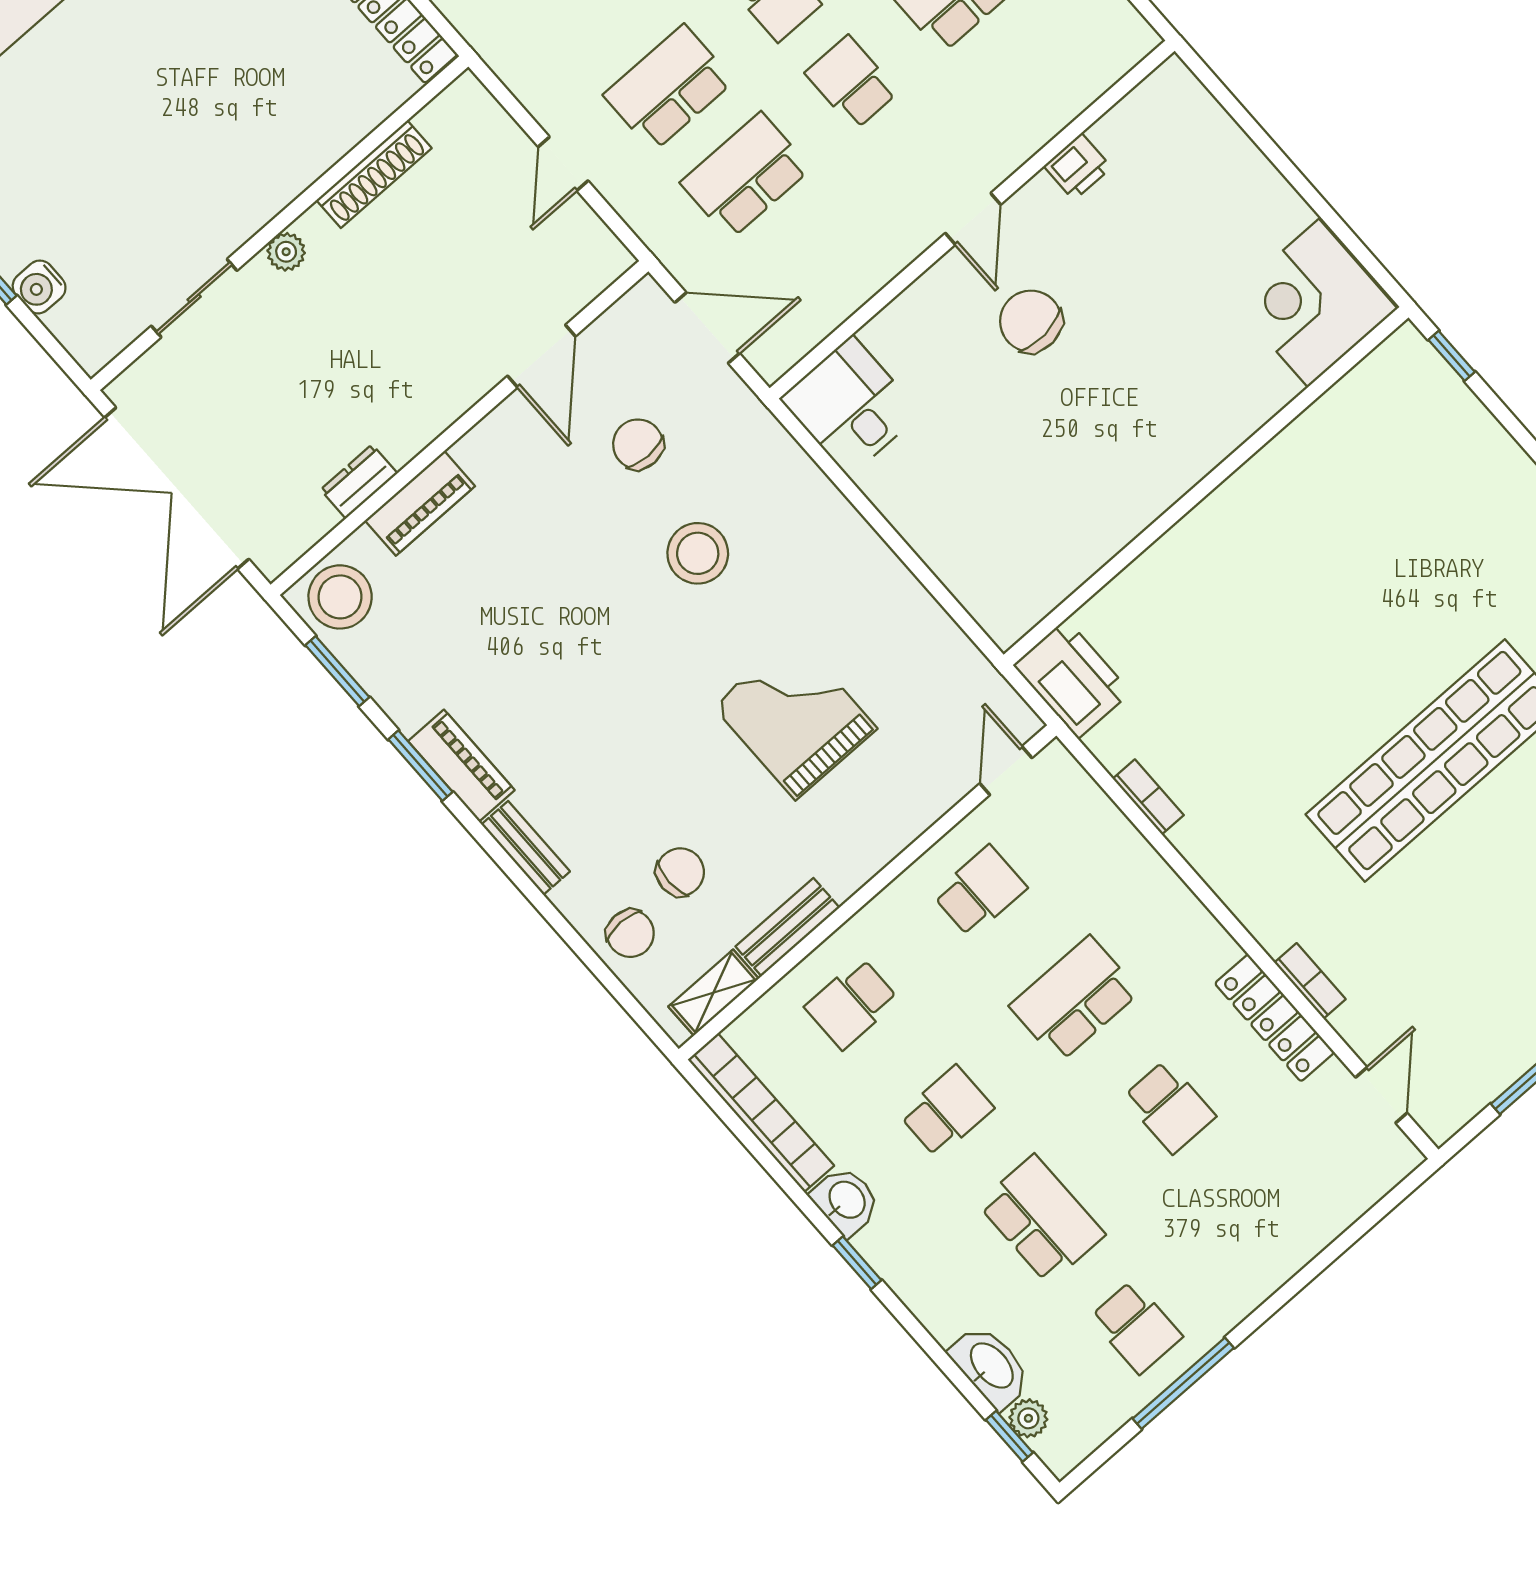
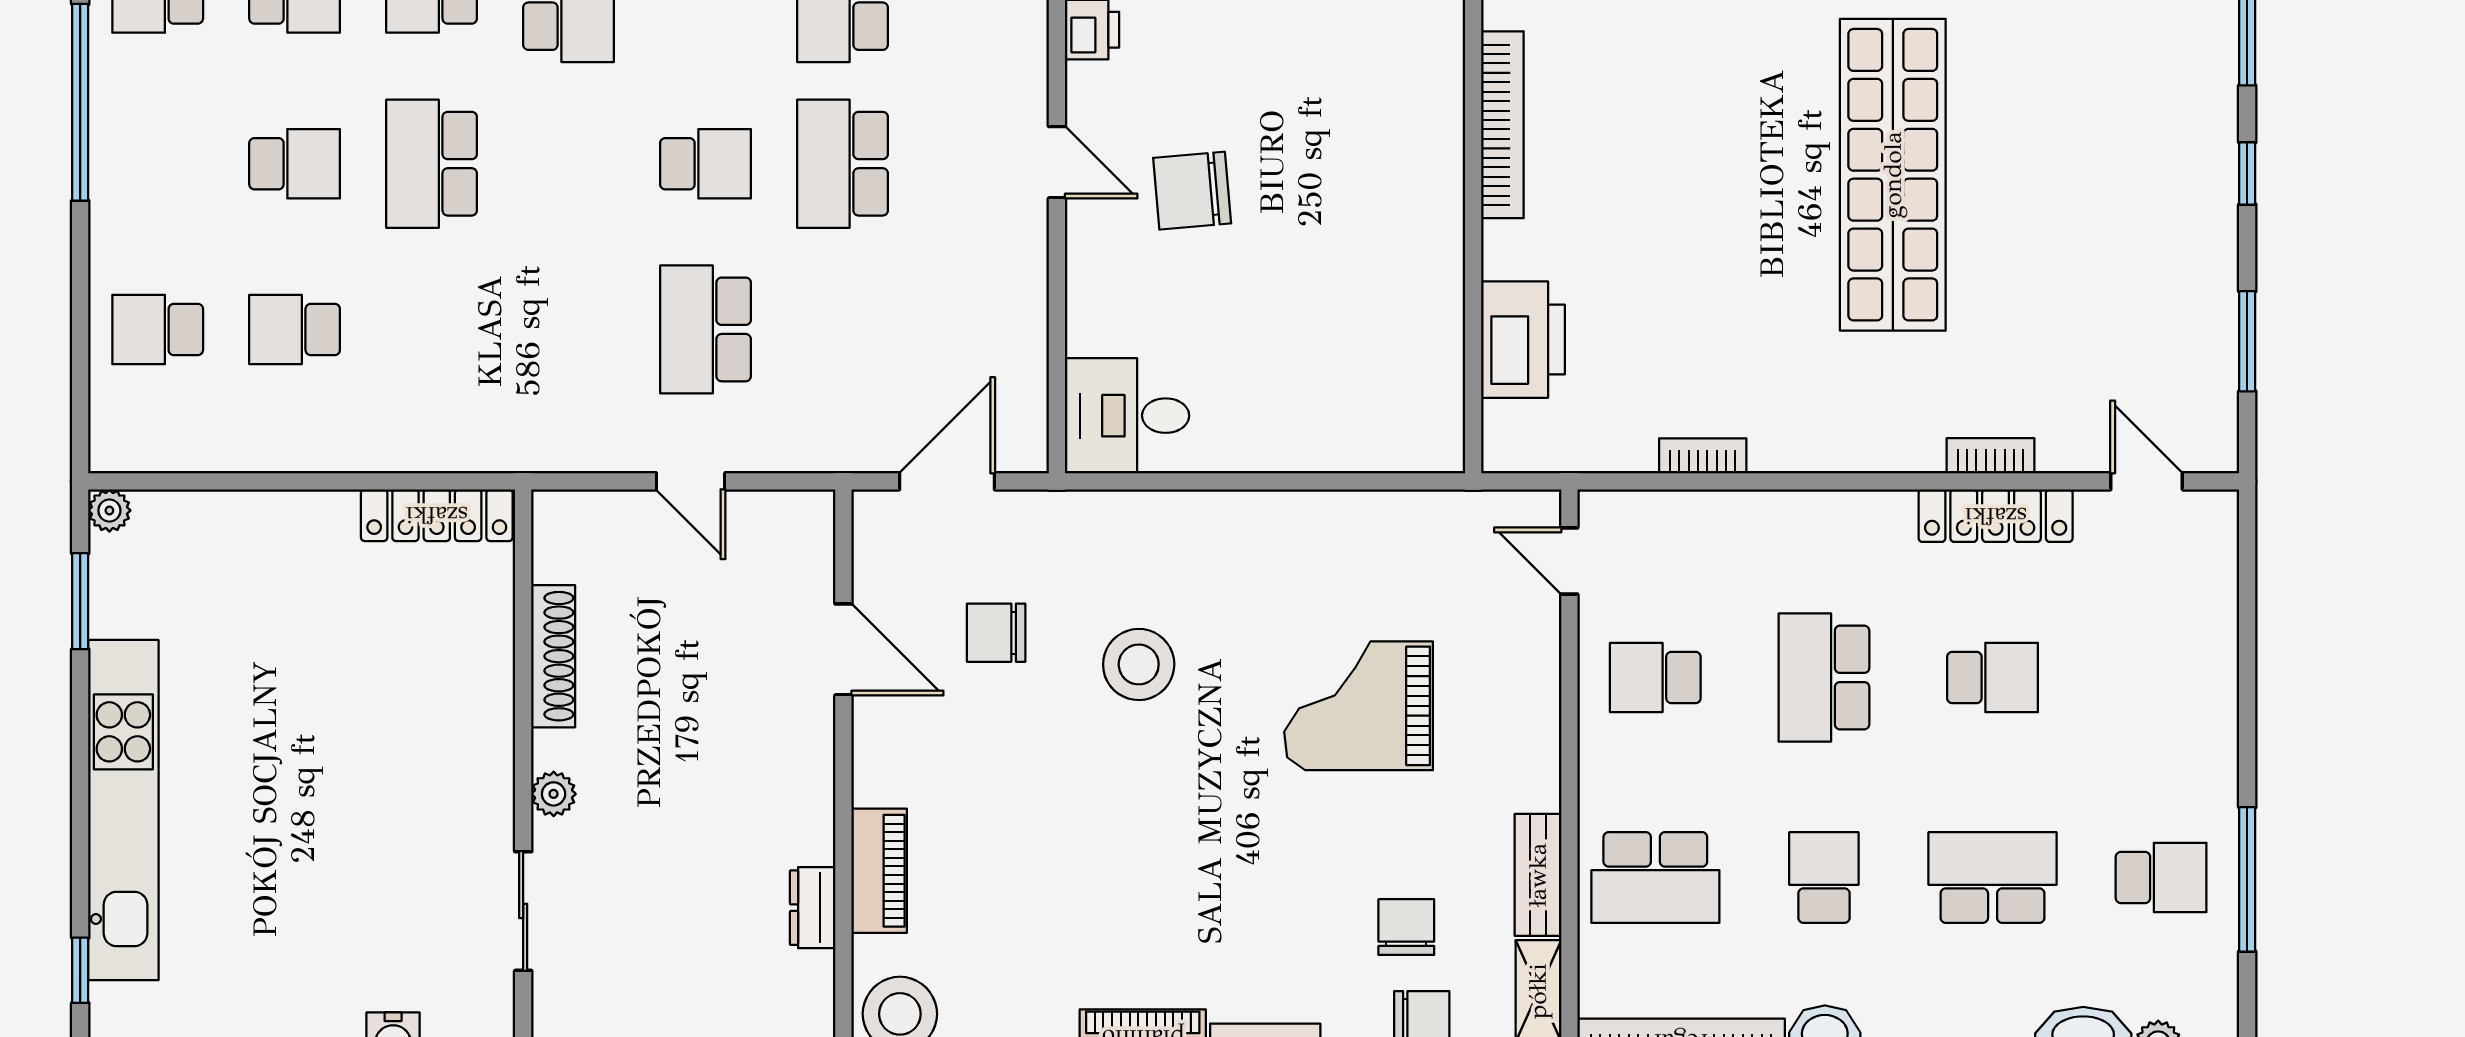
school desk: (852, 82) -> (842, 164), width x1.85
school desk: (746, 176) -> (842, 329), removed
bookcase: (1247, 483) -> (1502, 125), added
printer: (1072, 679) -> (1523, 340), moved, turned 90
school desk: (980, 891) -> (1655, 677), turned -90
school desk: (852, 1004) -> (1655, 878), width x1.85

